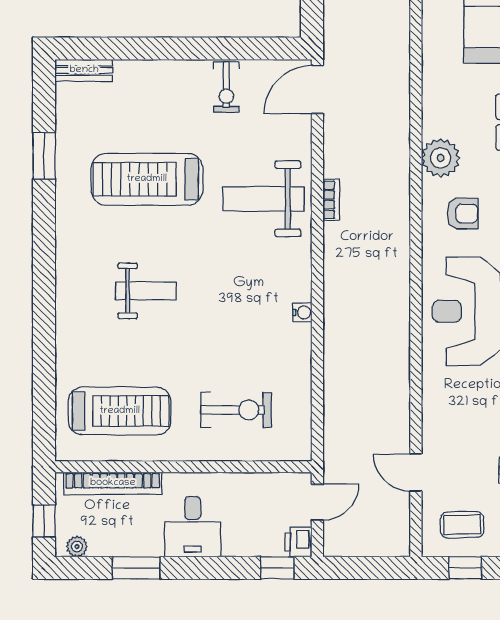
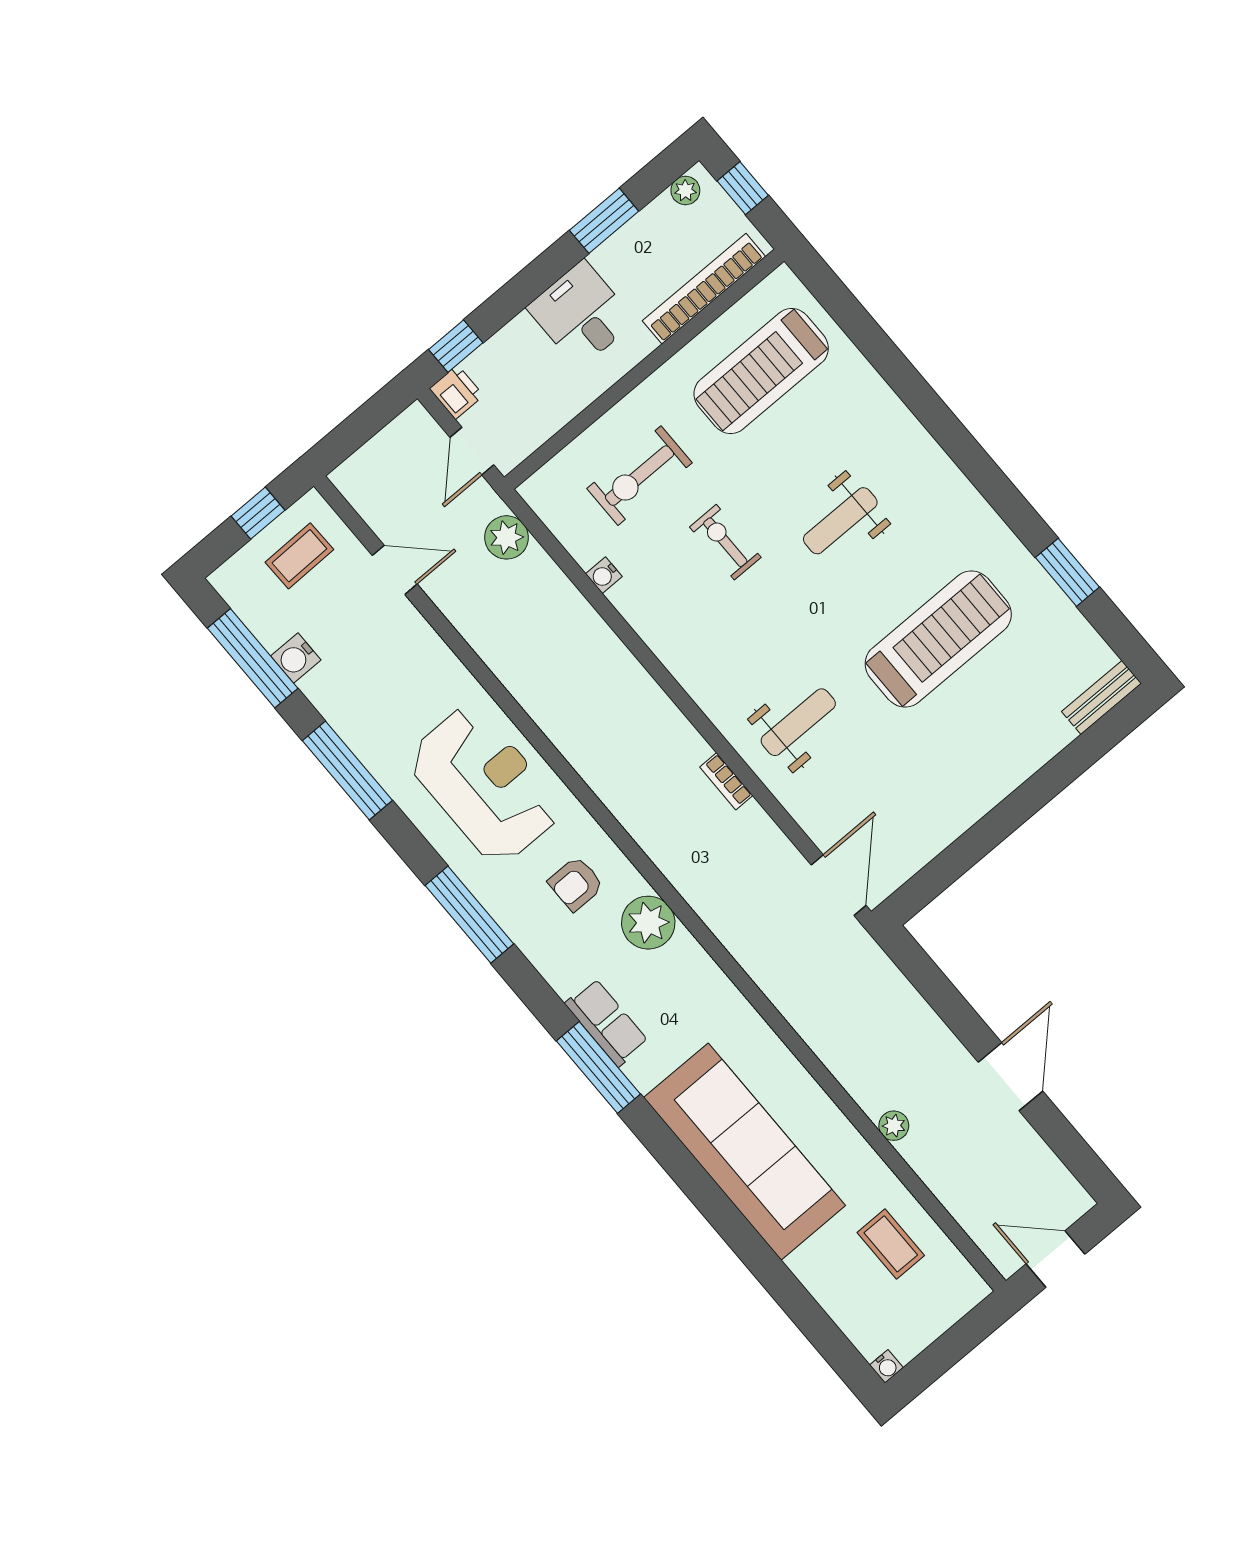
exercise bike: (226, 87) -> (725, 542), moved
weight bench: (264, 199) -> (798, 722), width x0.73, depth x0.75
water cooler: (302, 312) -> (604, 575), moved
plant: (339, 438) -> (507, 537), added

